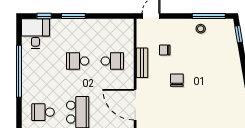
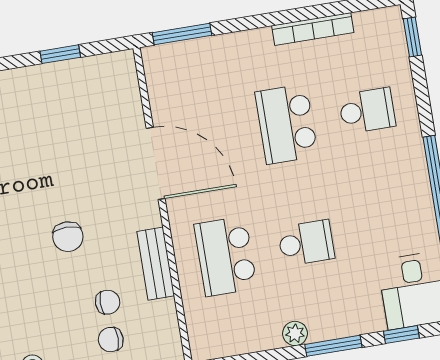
plant: (89, 24) -> (295, 333), added
chair: (166, 34) -> (111, 340), added
school desk: (112, 61) -> (226, 256), width x1.85

